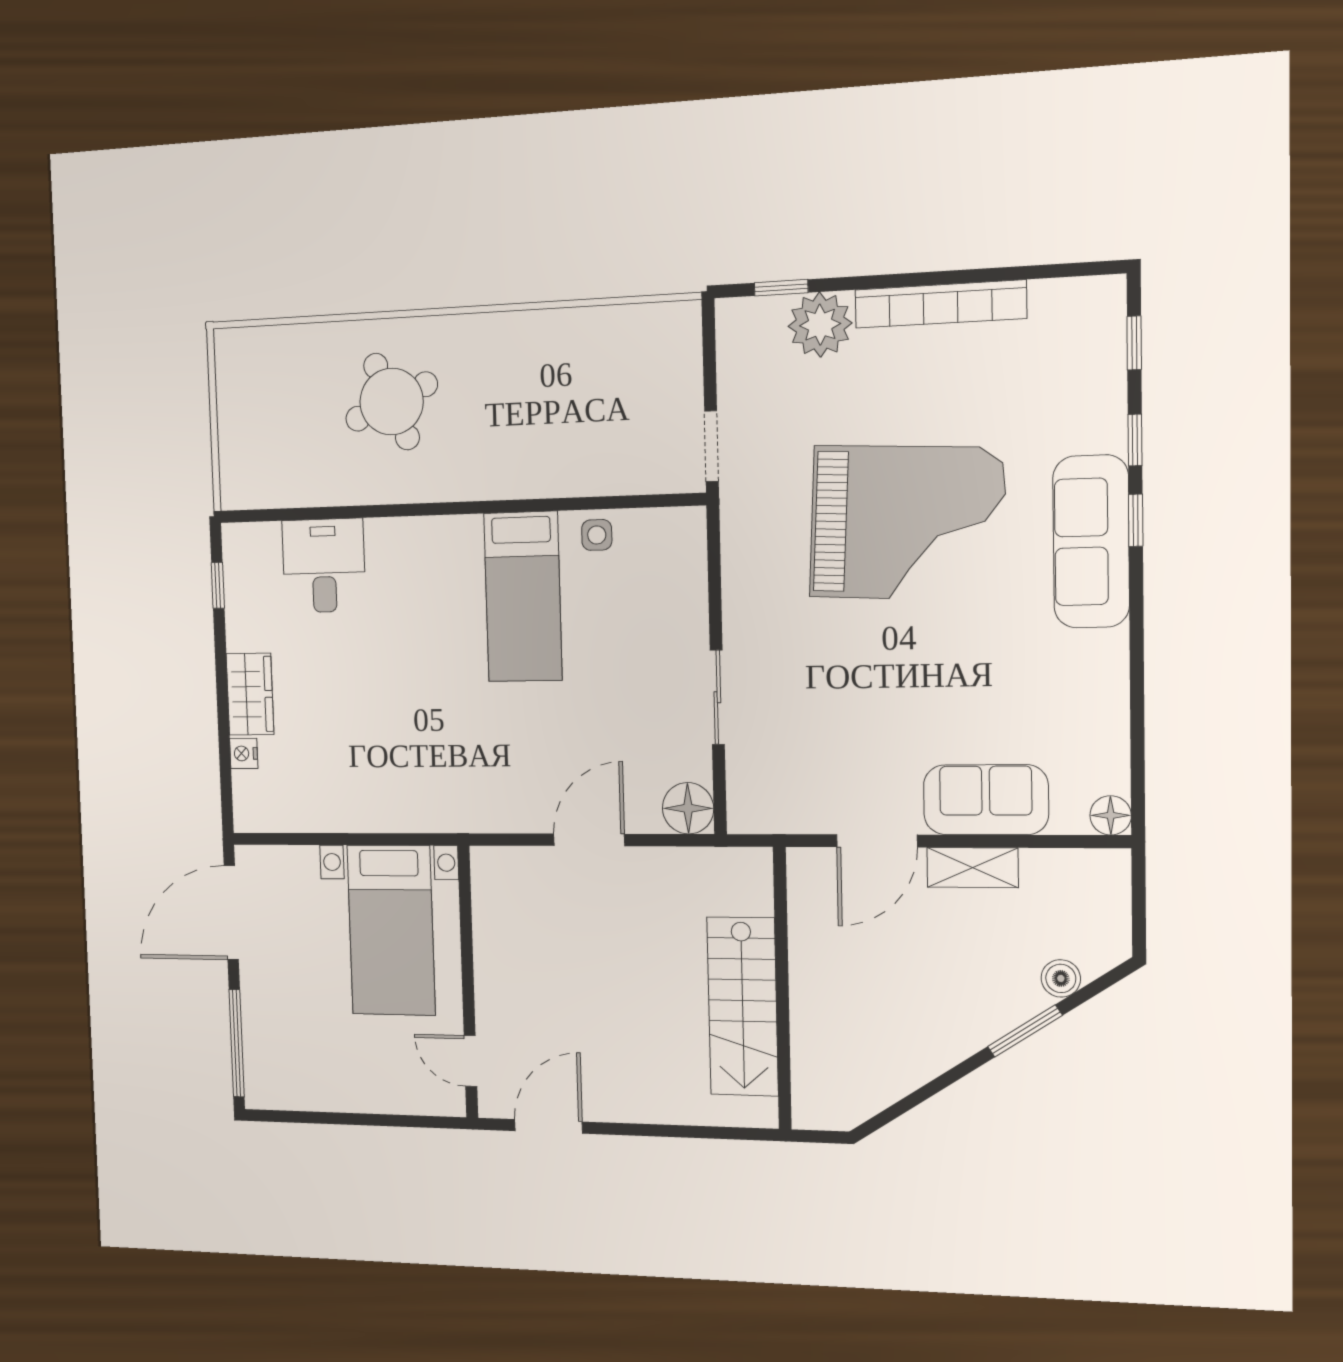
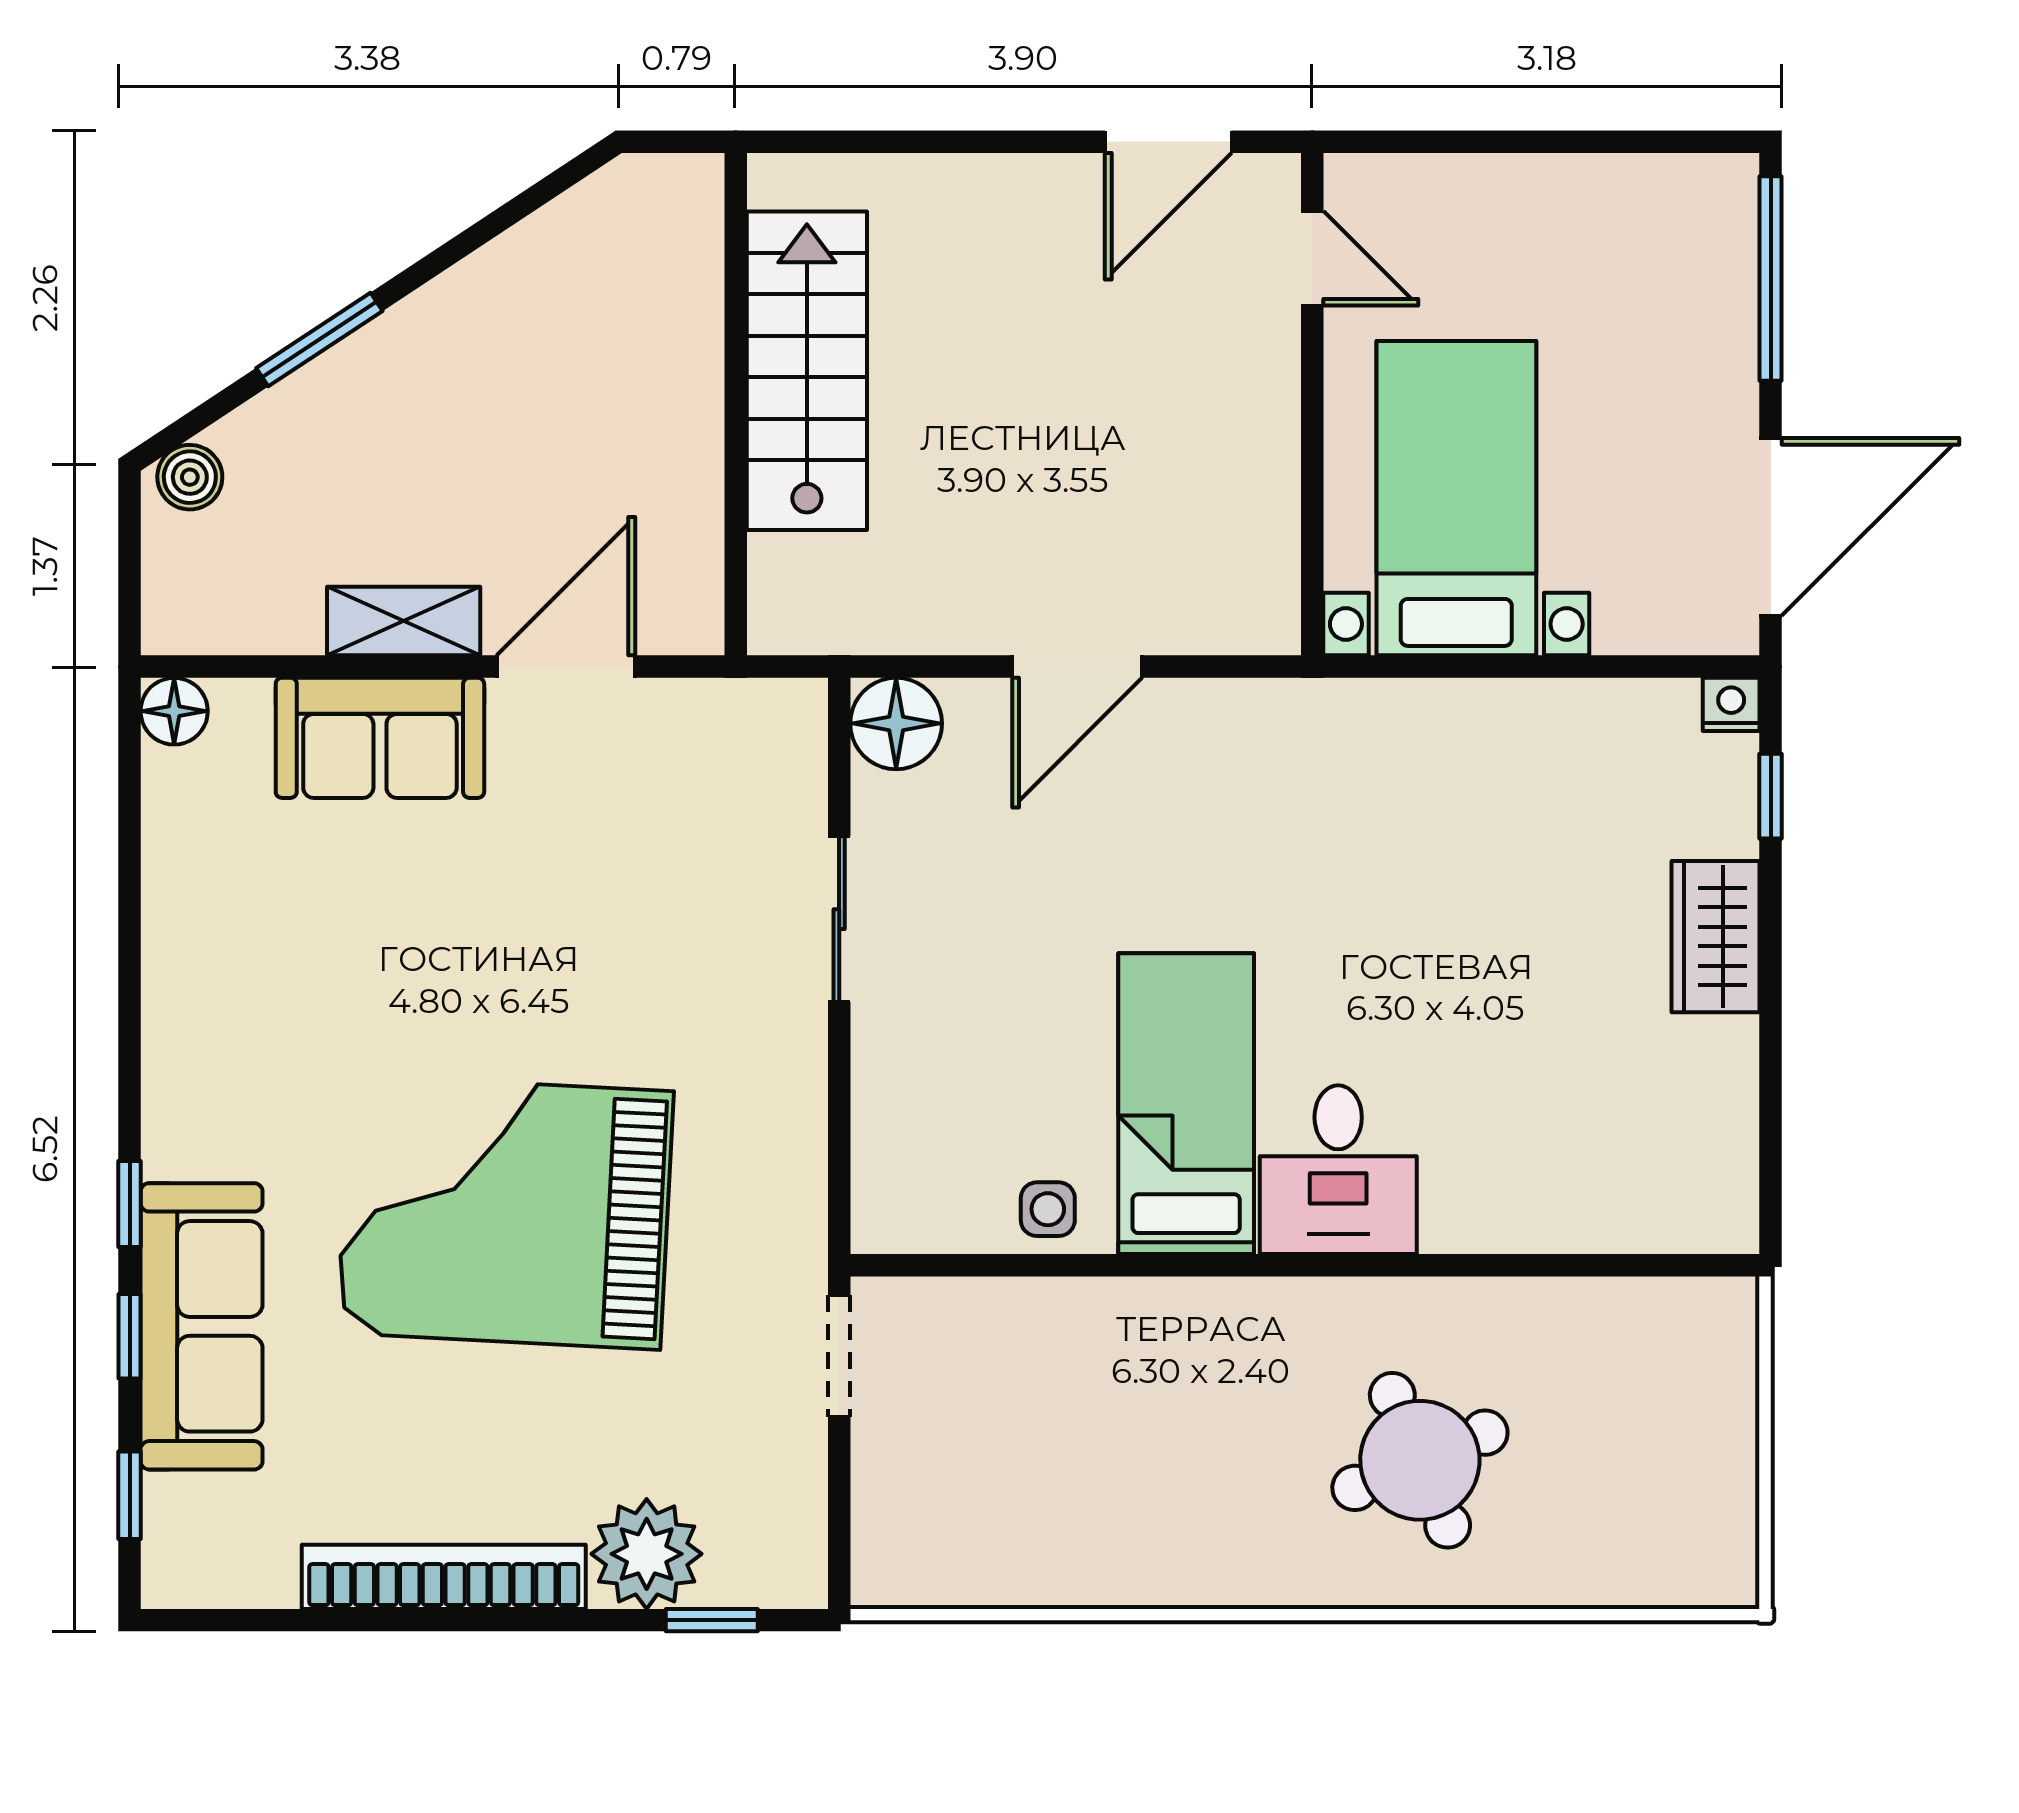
sofa: (1091, 542) -> (202, 1326), moved
desk: (324, 566) -> (1338, 1170), moved
window: (218, 585) -> (1771, 796), moved
nightstand: (244, 753) -> (1731, 704), moved, turned -90
boiler: (1061, 978) -> (190, 477), moved

